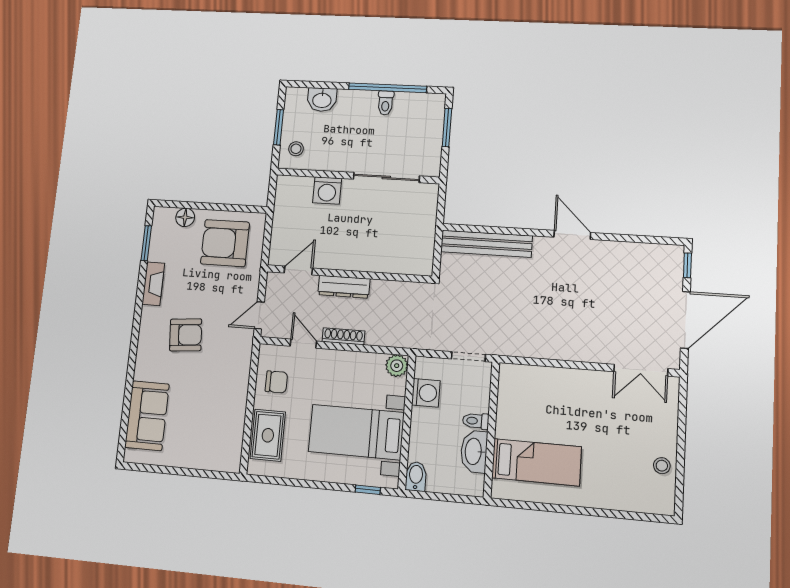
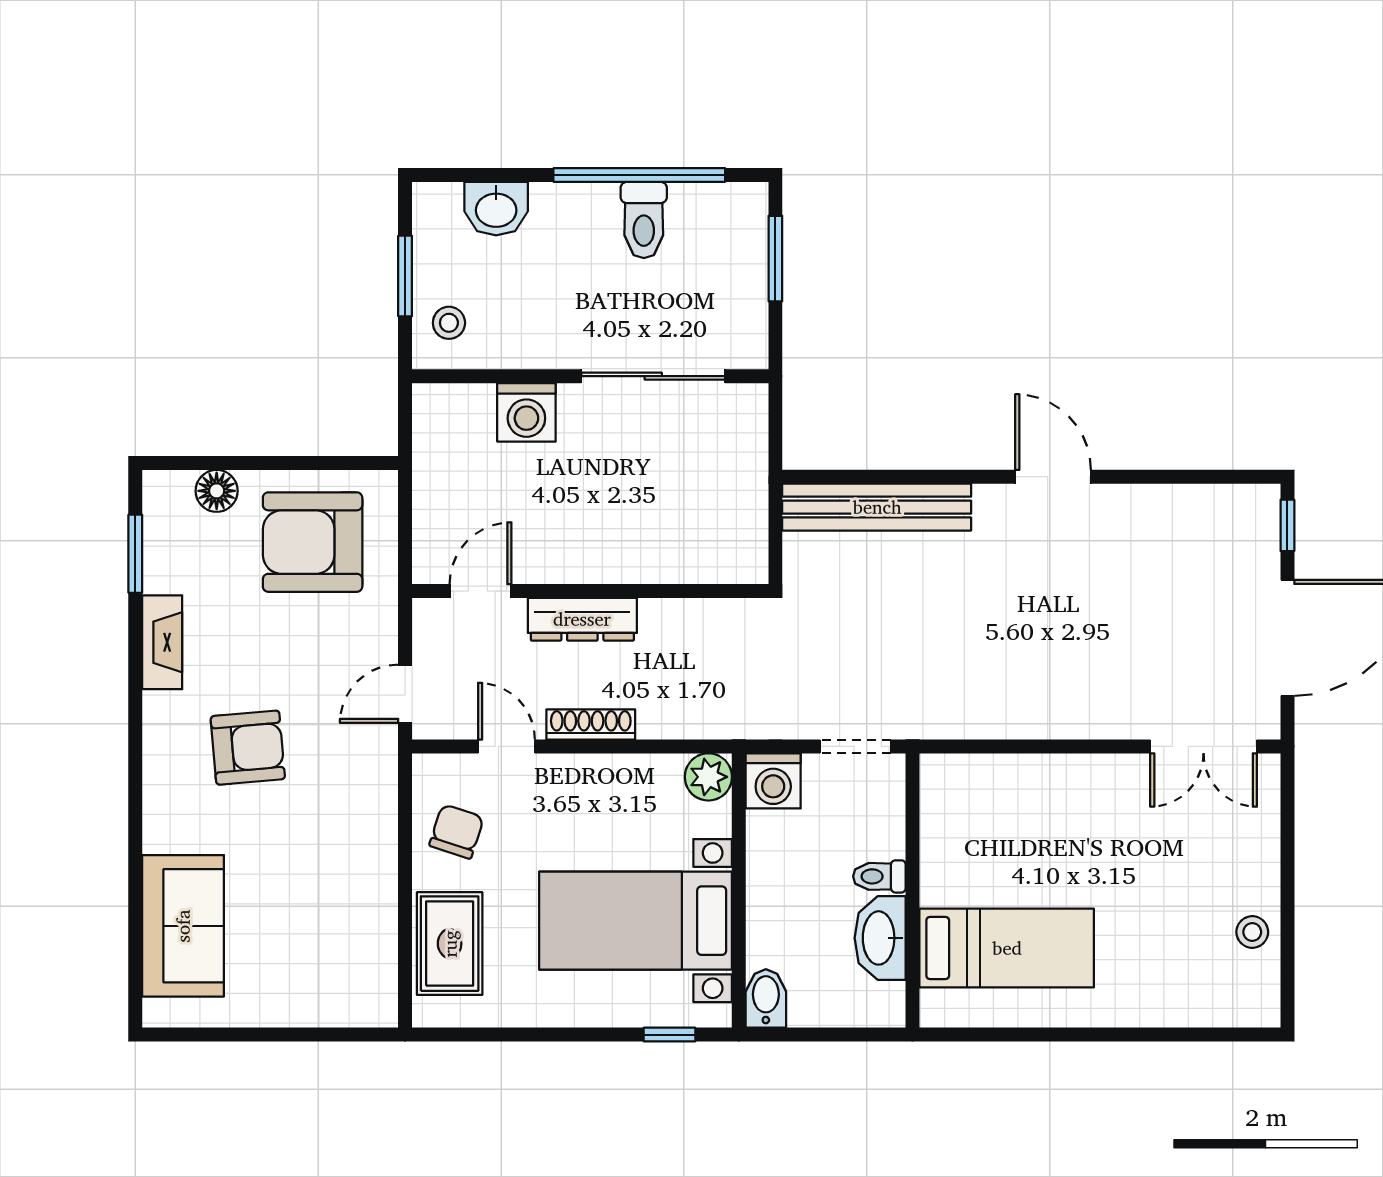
toilet: (385, 103) -> (644, 220), width x1.37, depth x1.39
chair: (276, 382) -> (457, 831), turned -72
washing machine: (426, 393) -> (773, 781), moved, turned 90

